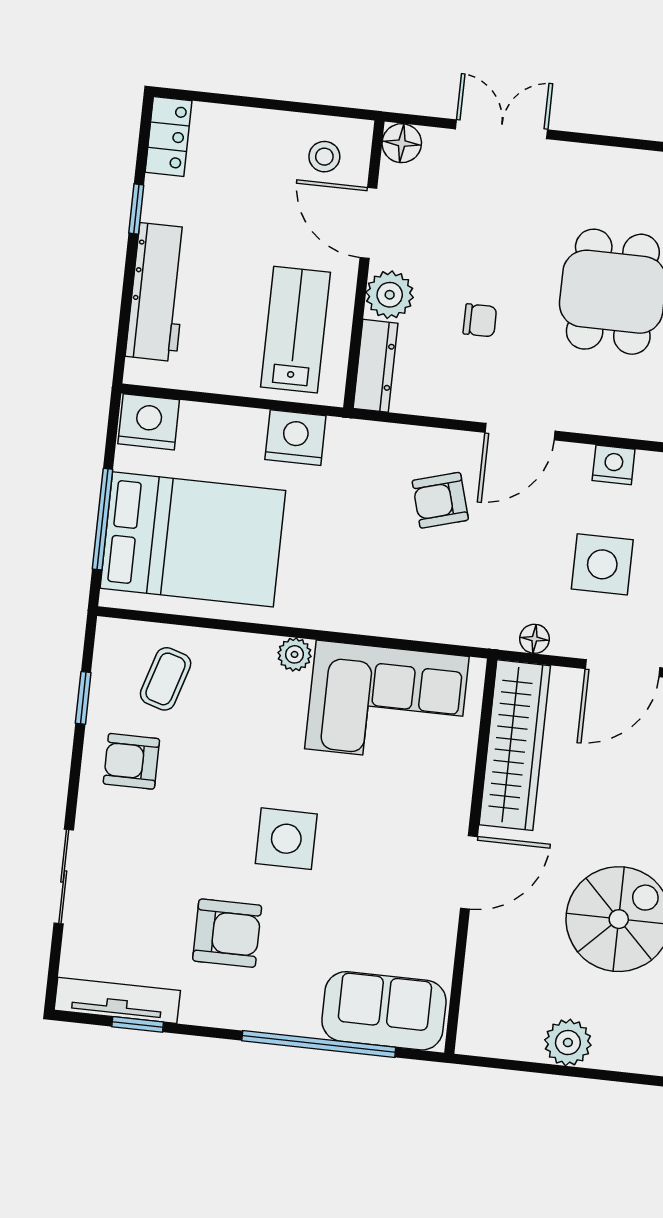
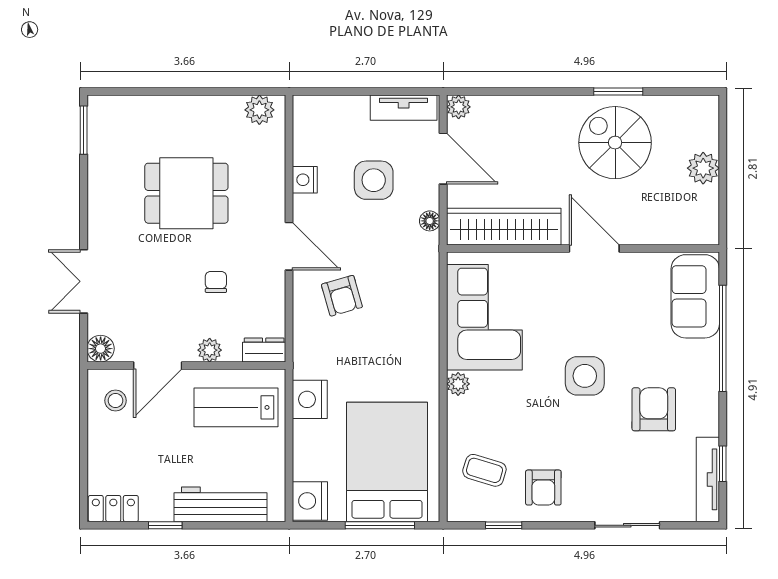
plant: (390, 295) -> (210, 350), width x0.73, depth x0.73
dresser: (376, 366) -> (264, 350), width x0.70

